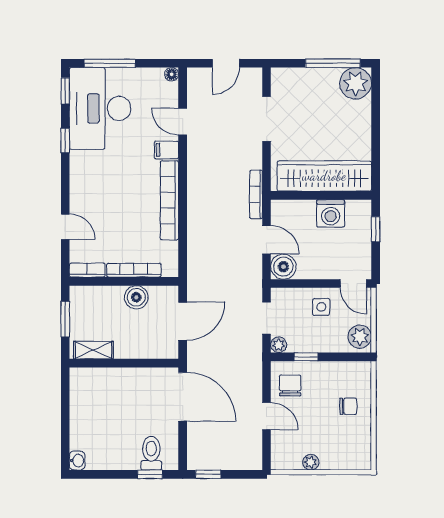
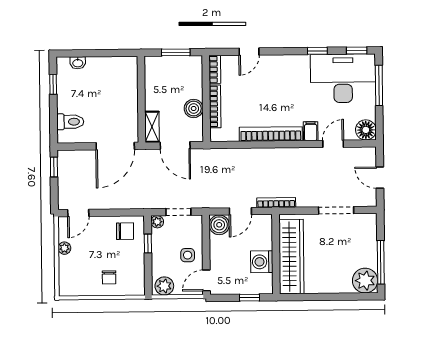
floor lamp: (172, 74) -> (366, 130), width x1.89, depth x1.89
shelving: (93, 350) -> (152, 127), moved
door: (267, 416) -> (78, 213), moved
washbasin: (77, 461) -> (78, 63), moved
window: (150, 474) -> (53, 84), moved

